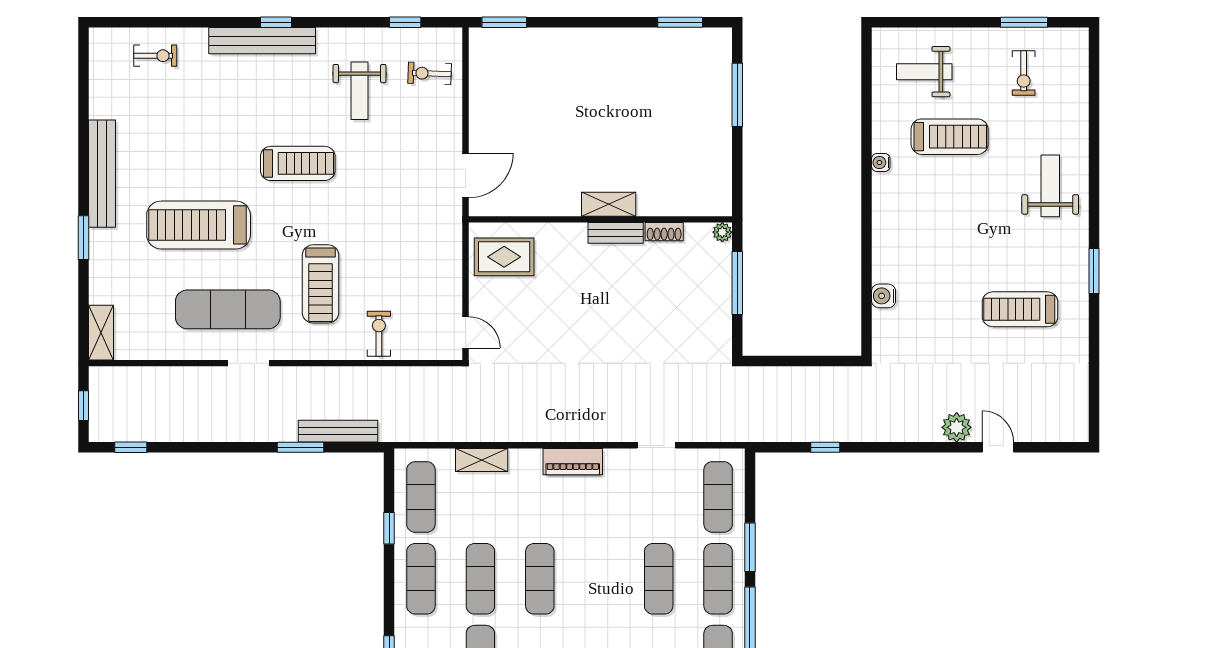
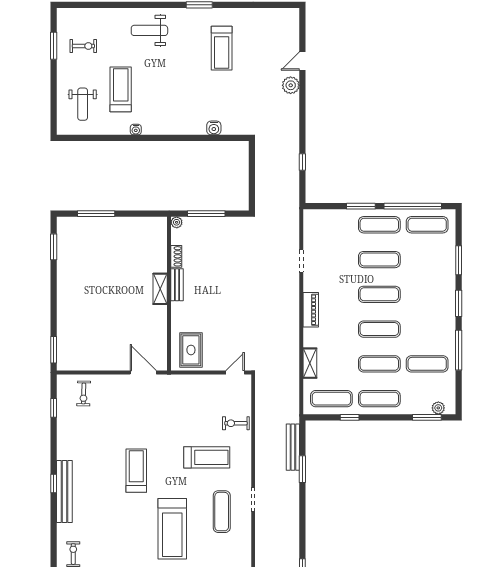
weight bench: (360, 91) -> (94, 435), removed
exercise mat: (228, 309) -> (222, 512), width x0.73, depth x0.69
exercise mat: (718, 497) -> (379, 294), moved

